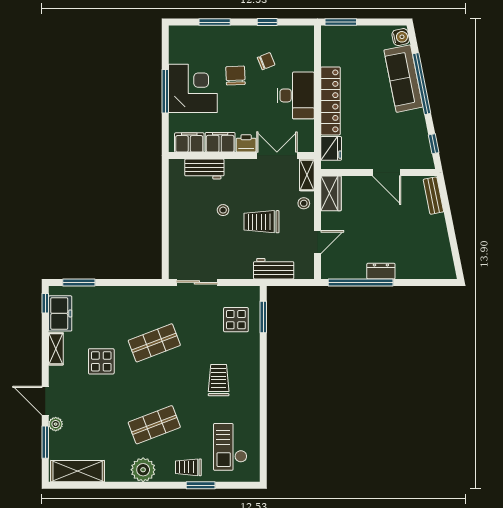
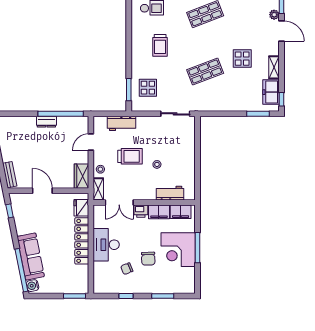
window: (422, 84) -> (21, 270), moved

